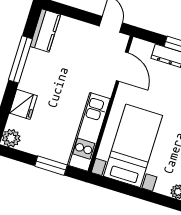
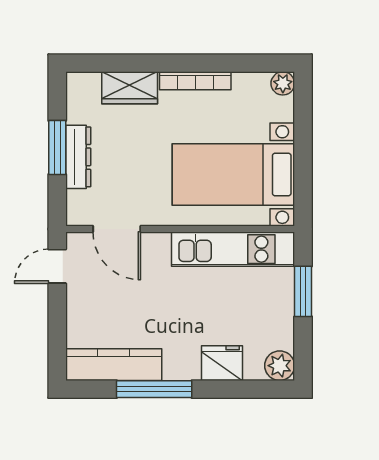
kitchen counter: (45, 30) -> (114, 365), width x1.50
door: (122, 67) -> (117, 229), swing flipped

